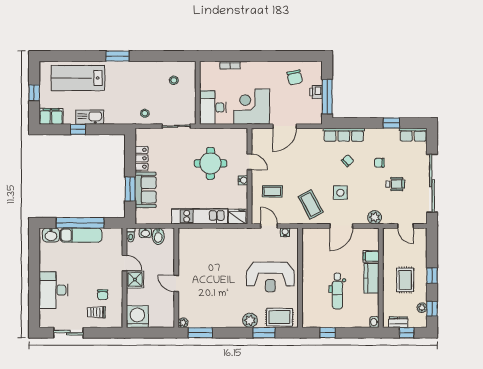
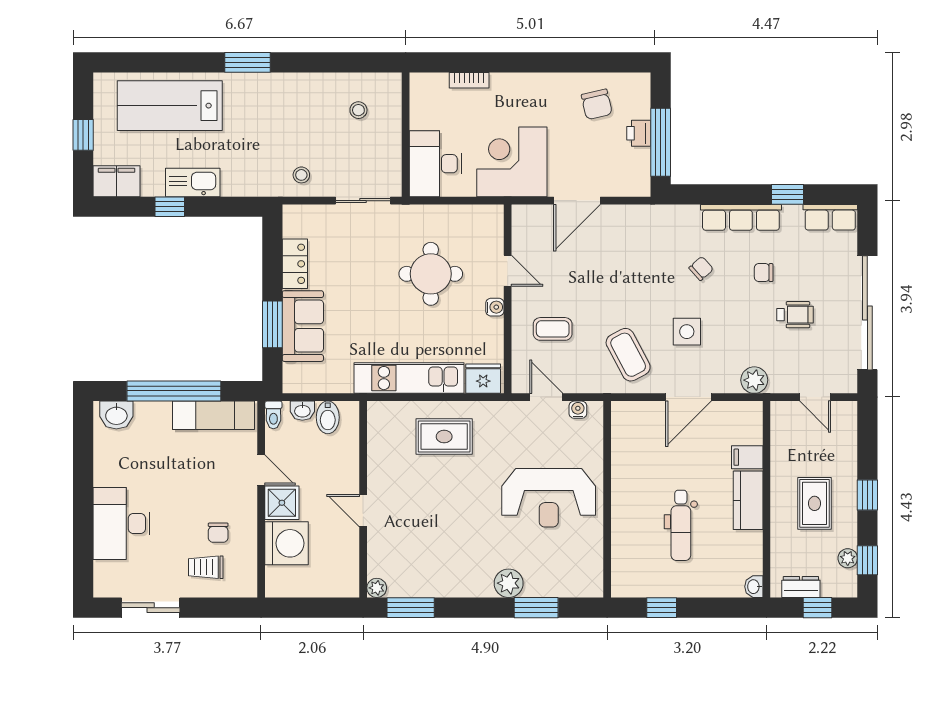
row of seats: (344, 135) -> (741, 217), moved
exam couch: (81, 235) -> (214, 415), moved
washing machine: (137, 317) -> (287, 543), moved, turned 90
rug: (279, 317) -> (444, 437), moved

